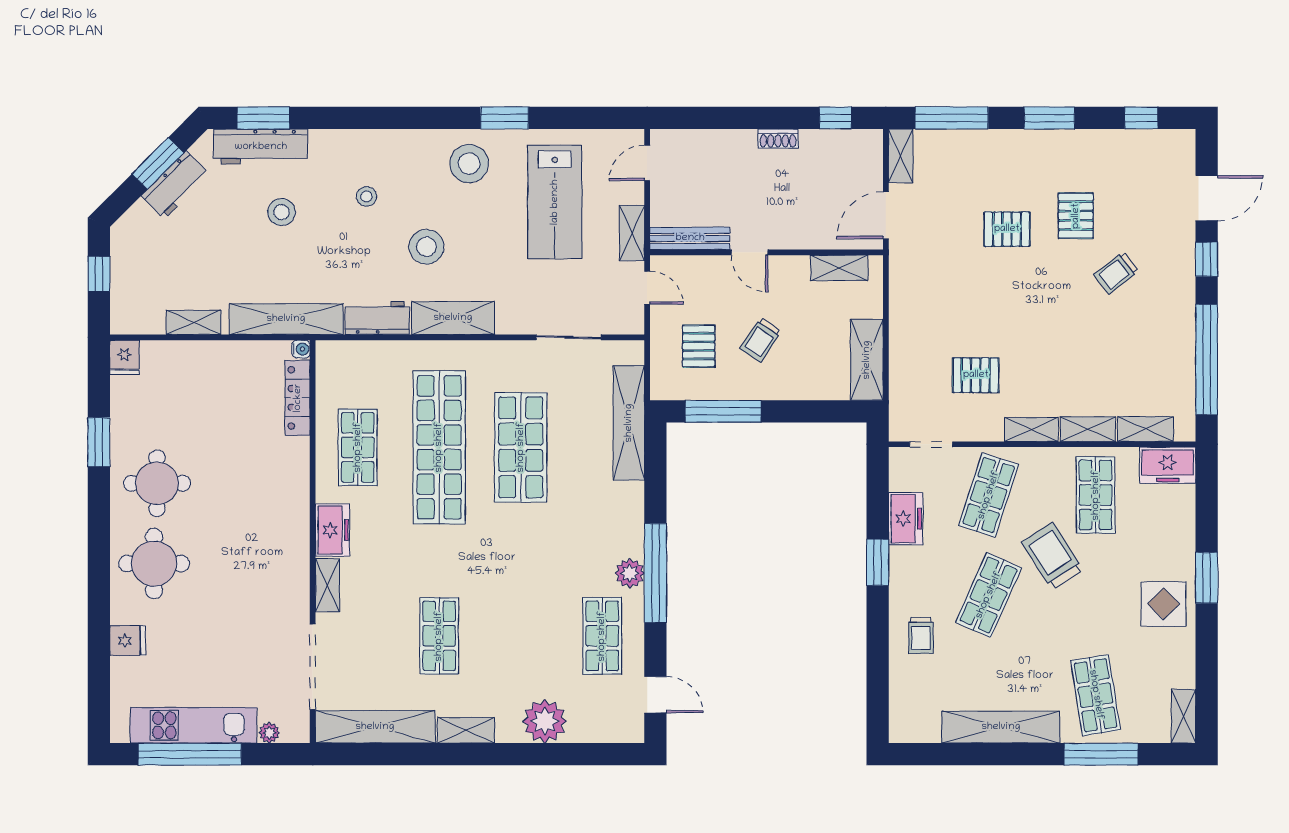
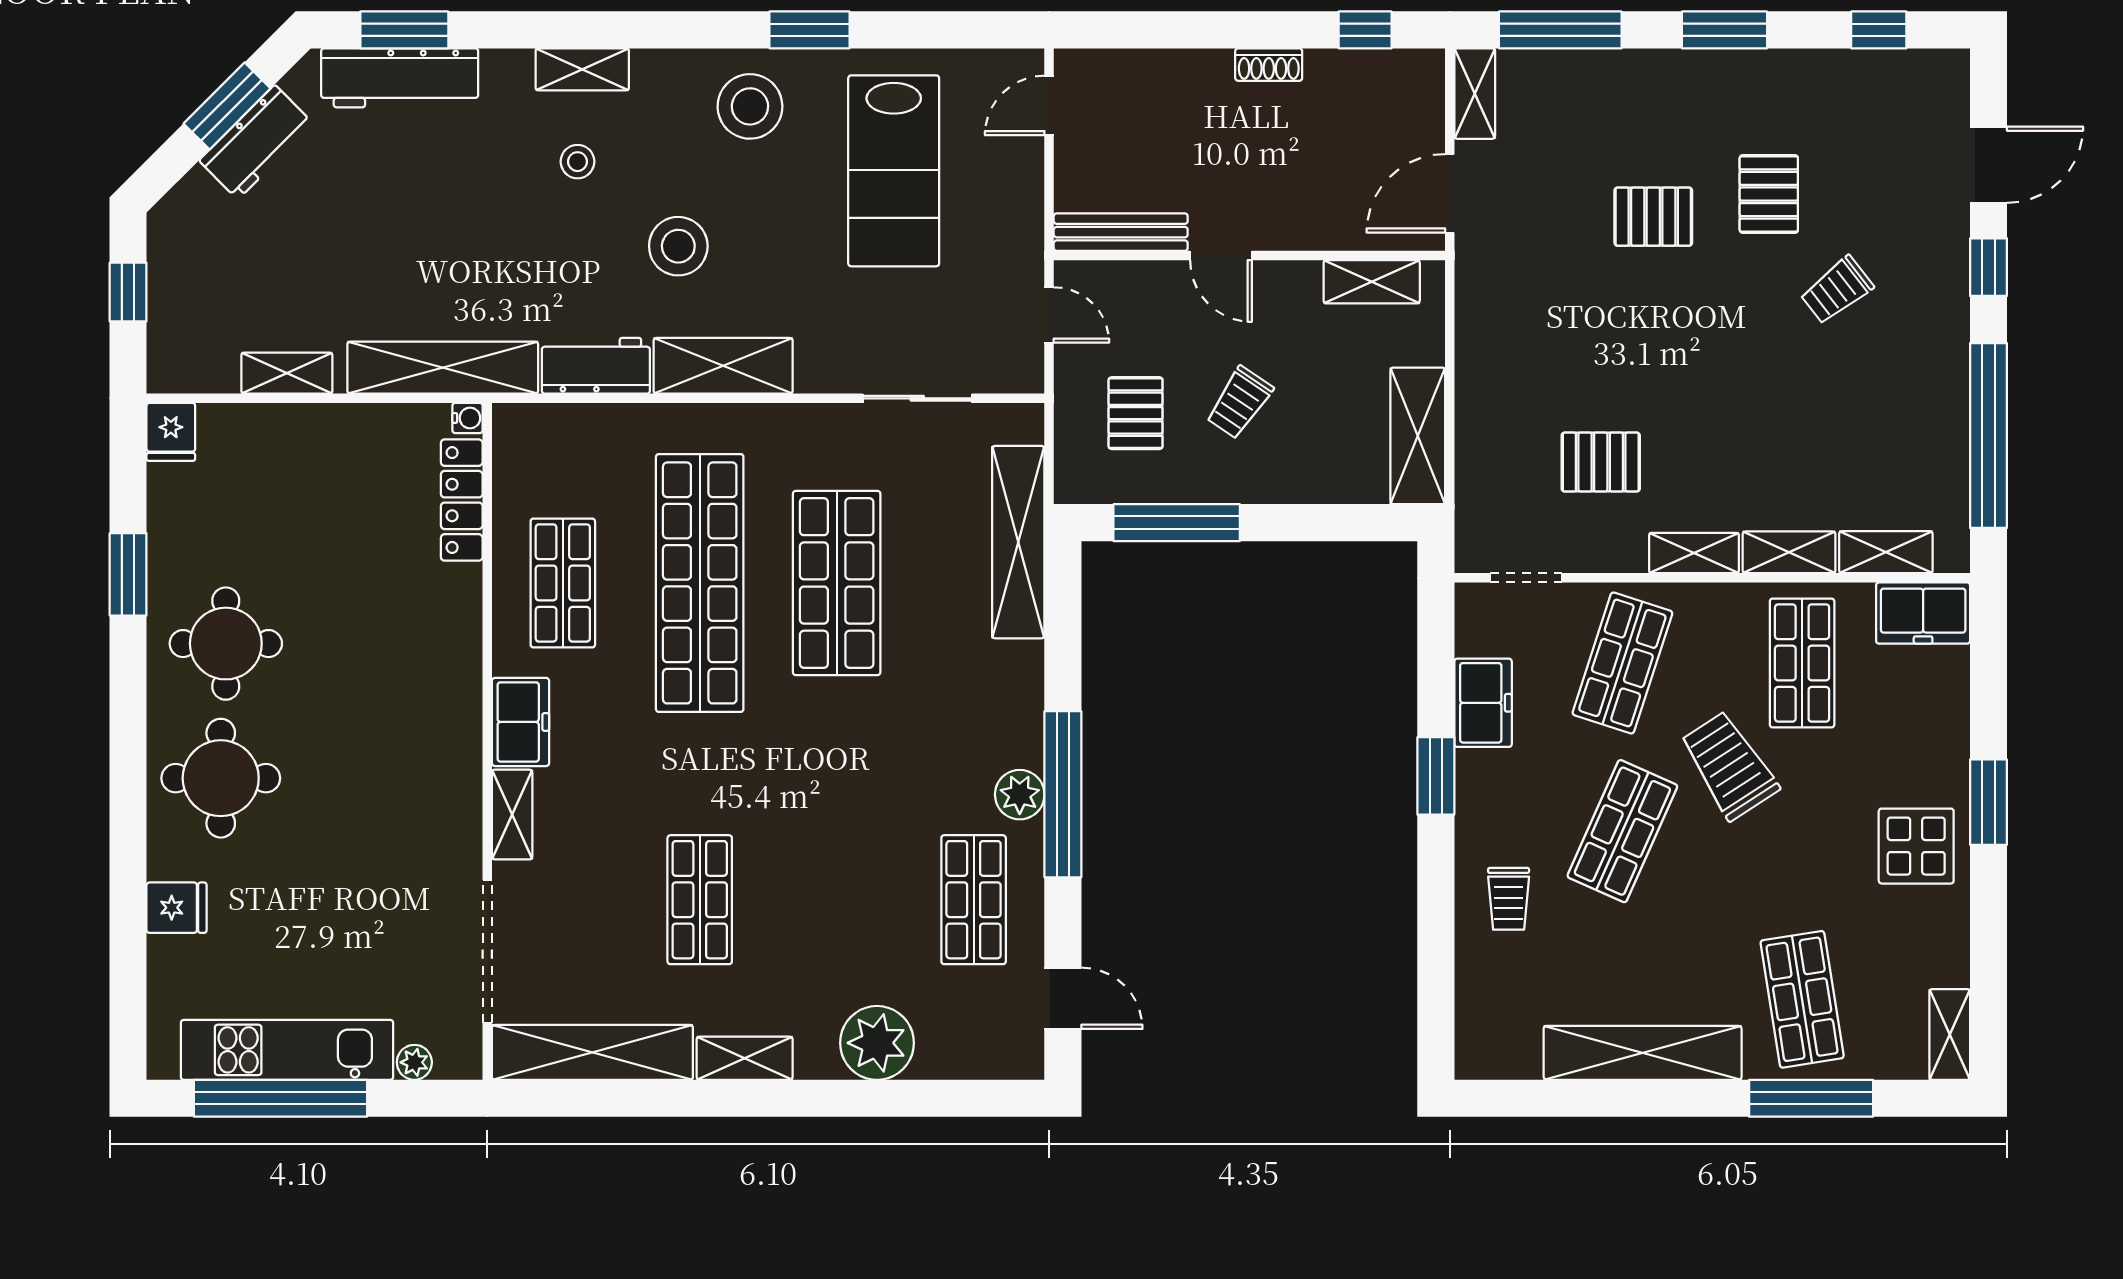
stool: (281, 212) -> (435, 188), removed
shelving: (632, 233) -> (582, 69), moved, turned 90

